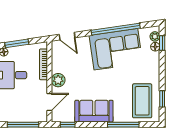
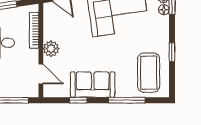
window: (162, 99) -> (172, 52), moved
door: (49, 102) -> (41, 74), hinge flipped
window: (68, 125) -> (78, 100), moved

